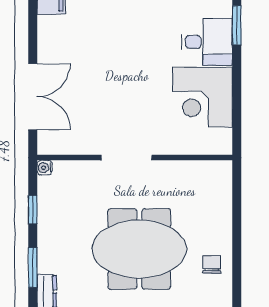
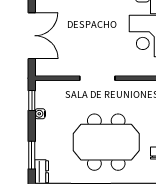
water cooler: (45, 168) -> (40, 114), moved
window: (33, 210) -> (32, 101), moved

